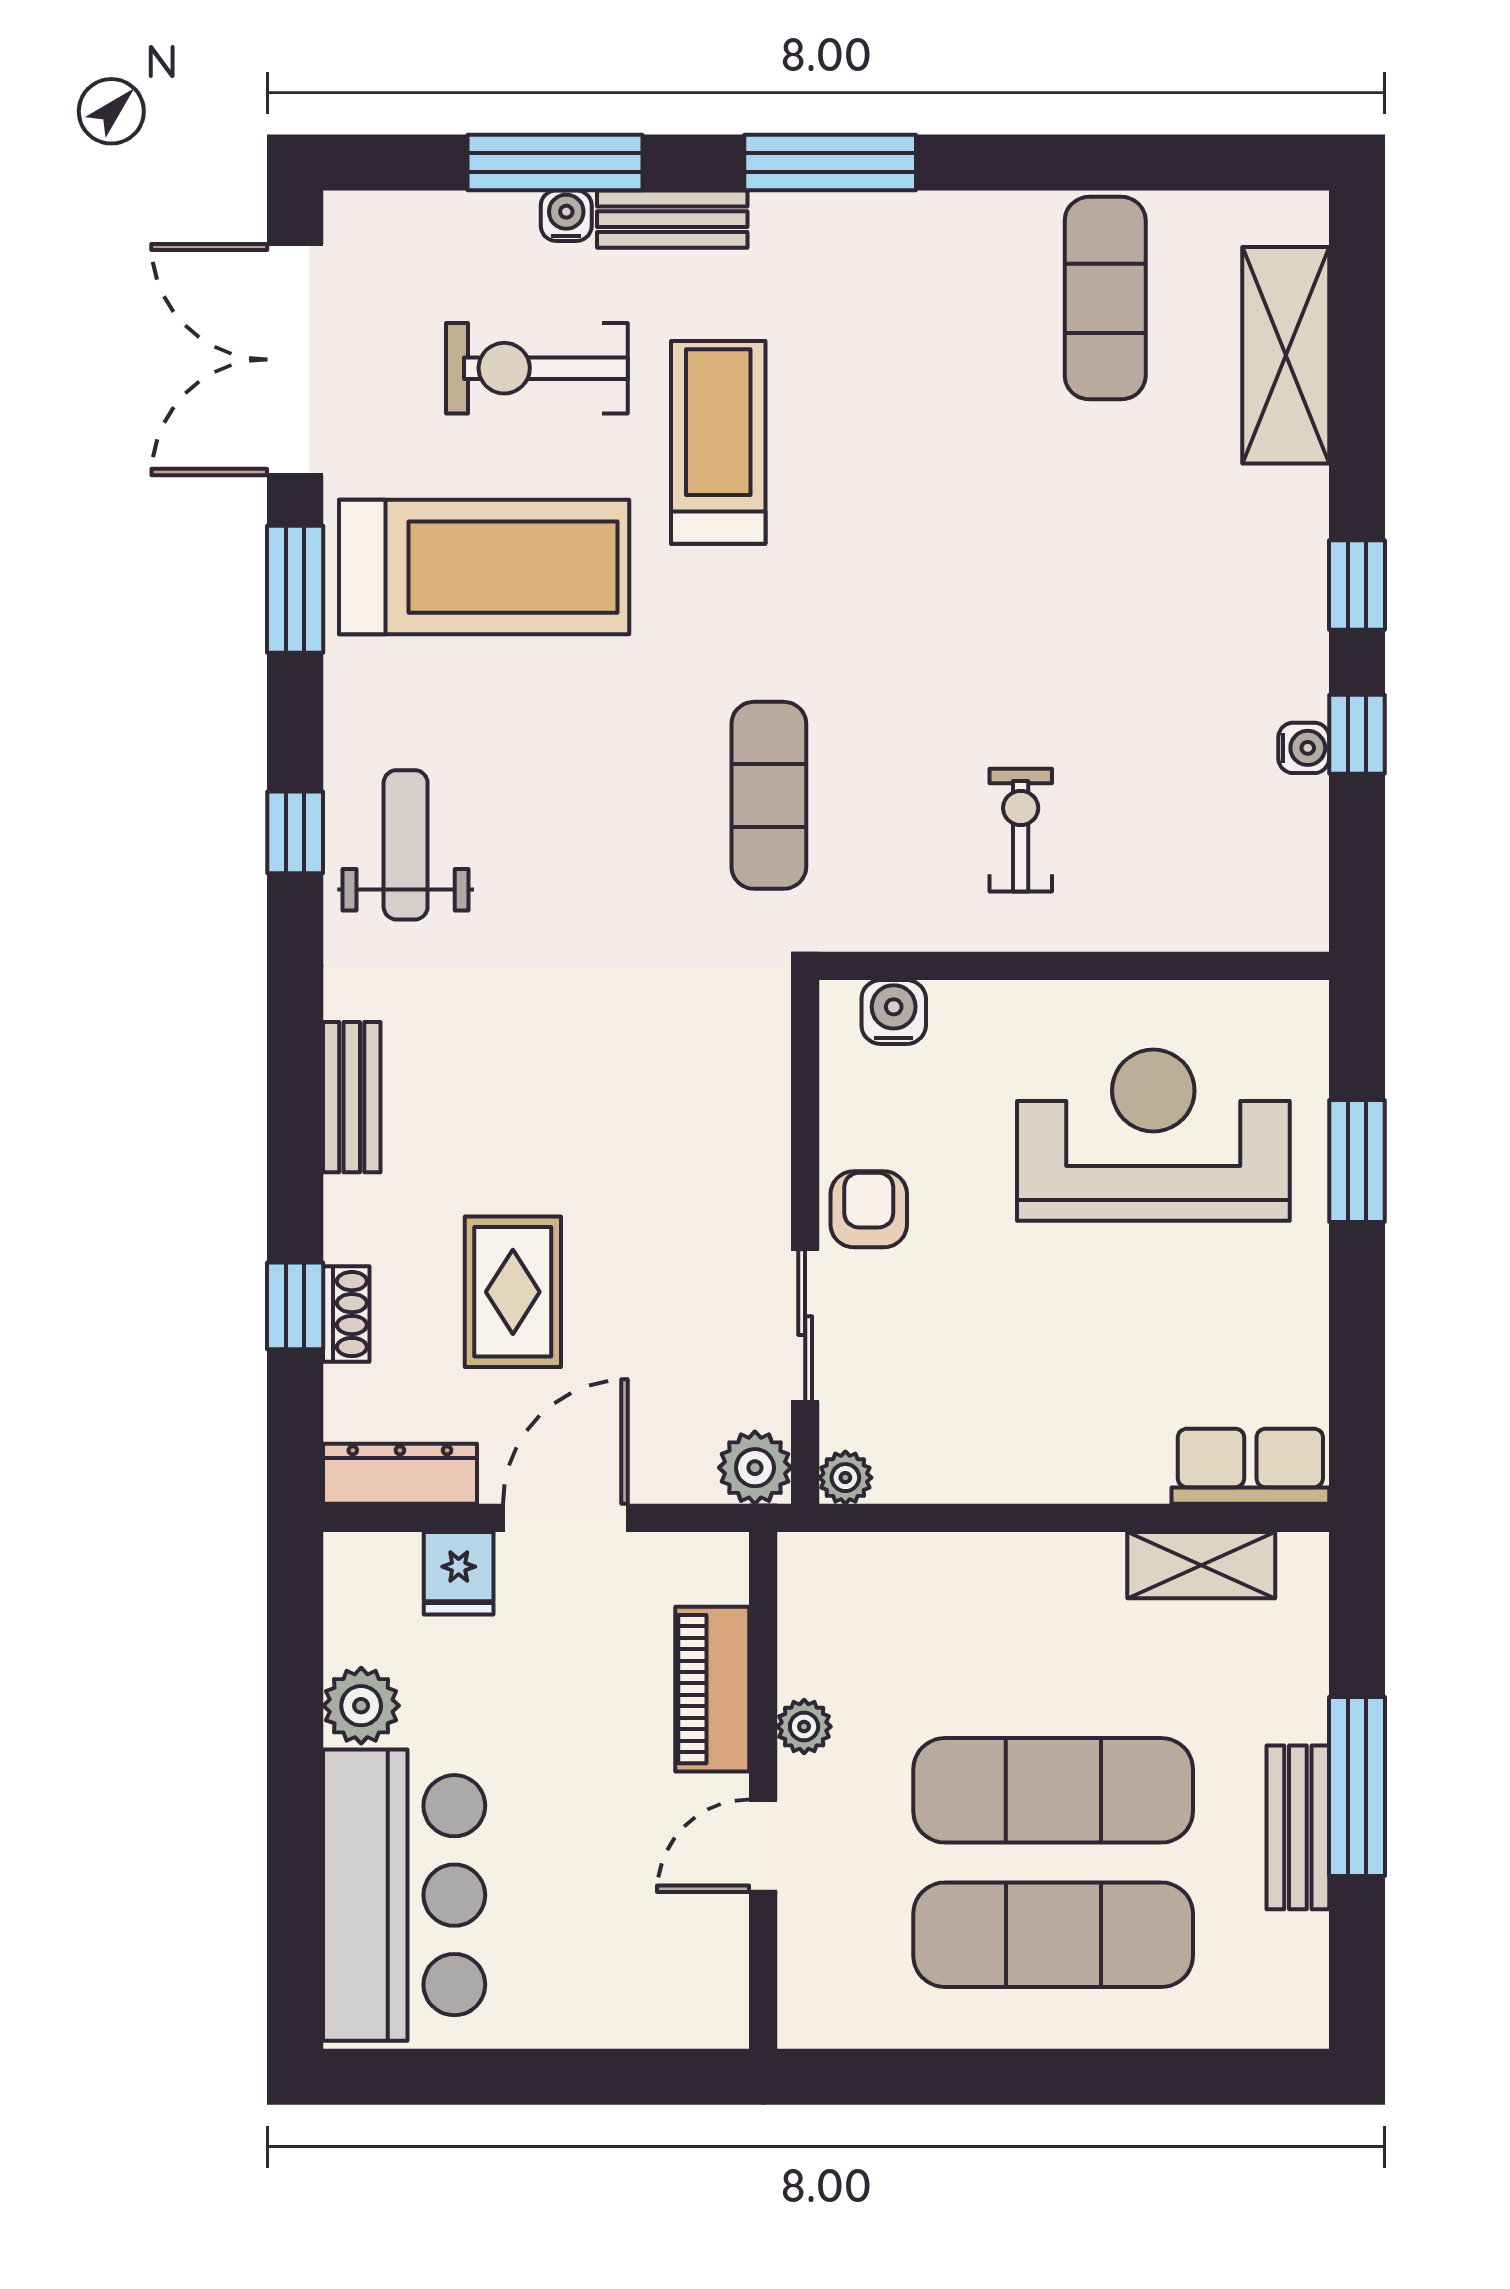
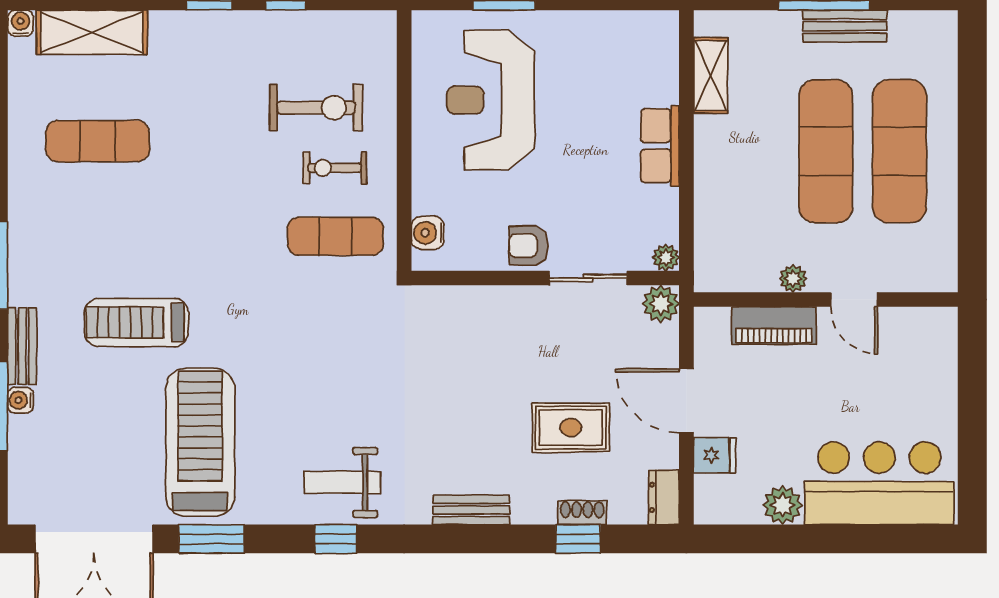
exercise mat: (1105, 298) -> (98, 141), moved
exercise bike: (537, 368) -> (316, 108), moved, turned -90
water cooler: (1304, 748) -> (21, 23), moved
exercise mat: (769, 795) -> (335, 236), moved
row of seats: (1250, 1466) -> (660, 146), moved
dresser: (400, 1474) -> (664, 497), width x0.70

